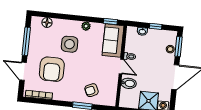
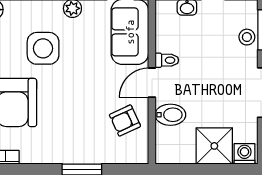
door: (121, 67) -> (152, 83), swing flipped
armchair: (92, 90) -> (125, 121), moved

